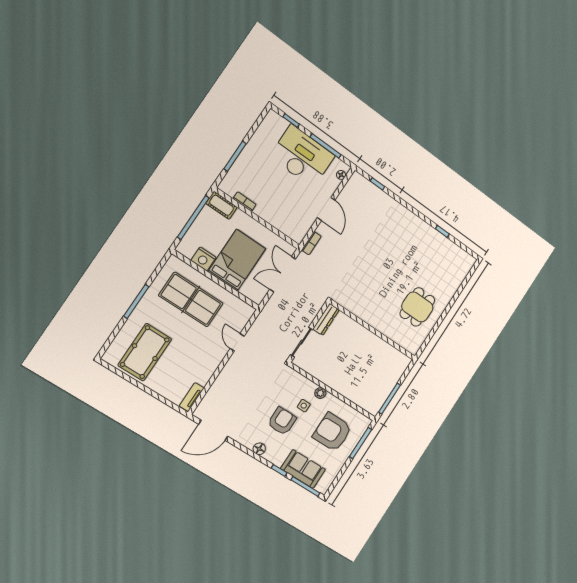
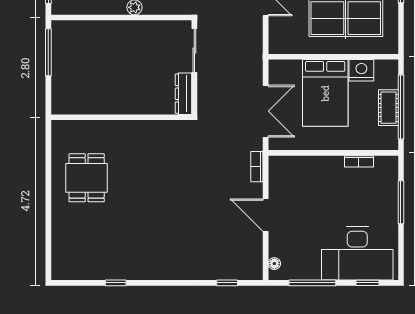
desk: (302, 156) -> (357, 254), moved
cot: (222, 205) -> (389, 108), moved, turned 90

